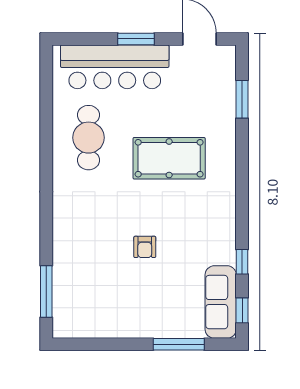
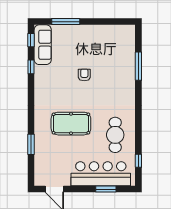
window: (136, 39) -> (106, 189), moved
window: (46, 90) -> (138, 161), added
window: (242, 99) -> (31, 144), moved
window: (46, 292) -> (138, 66), moved

